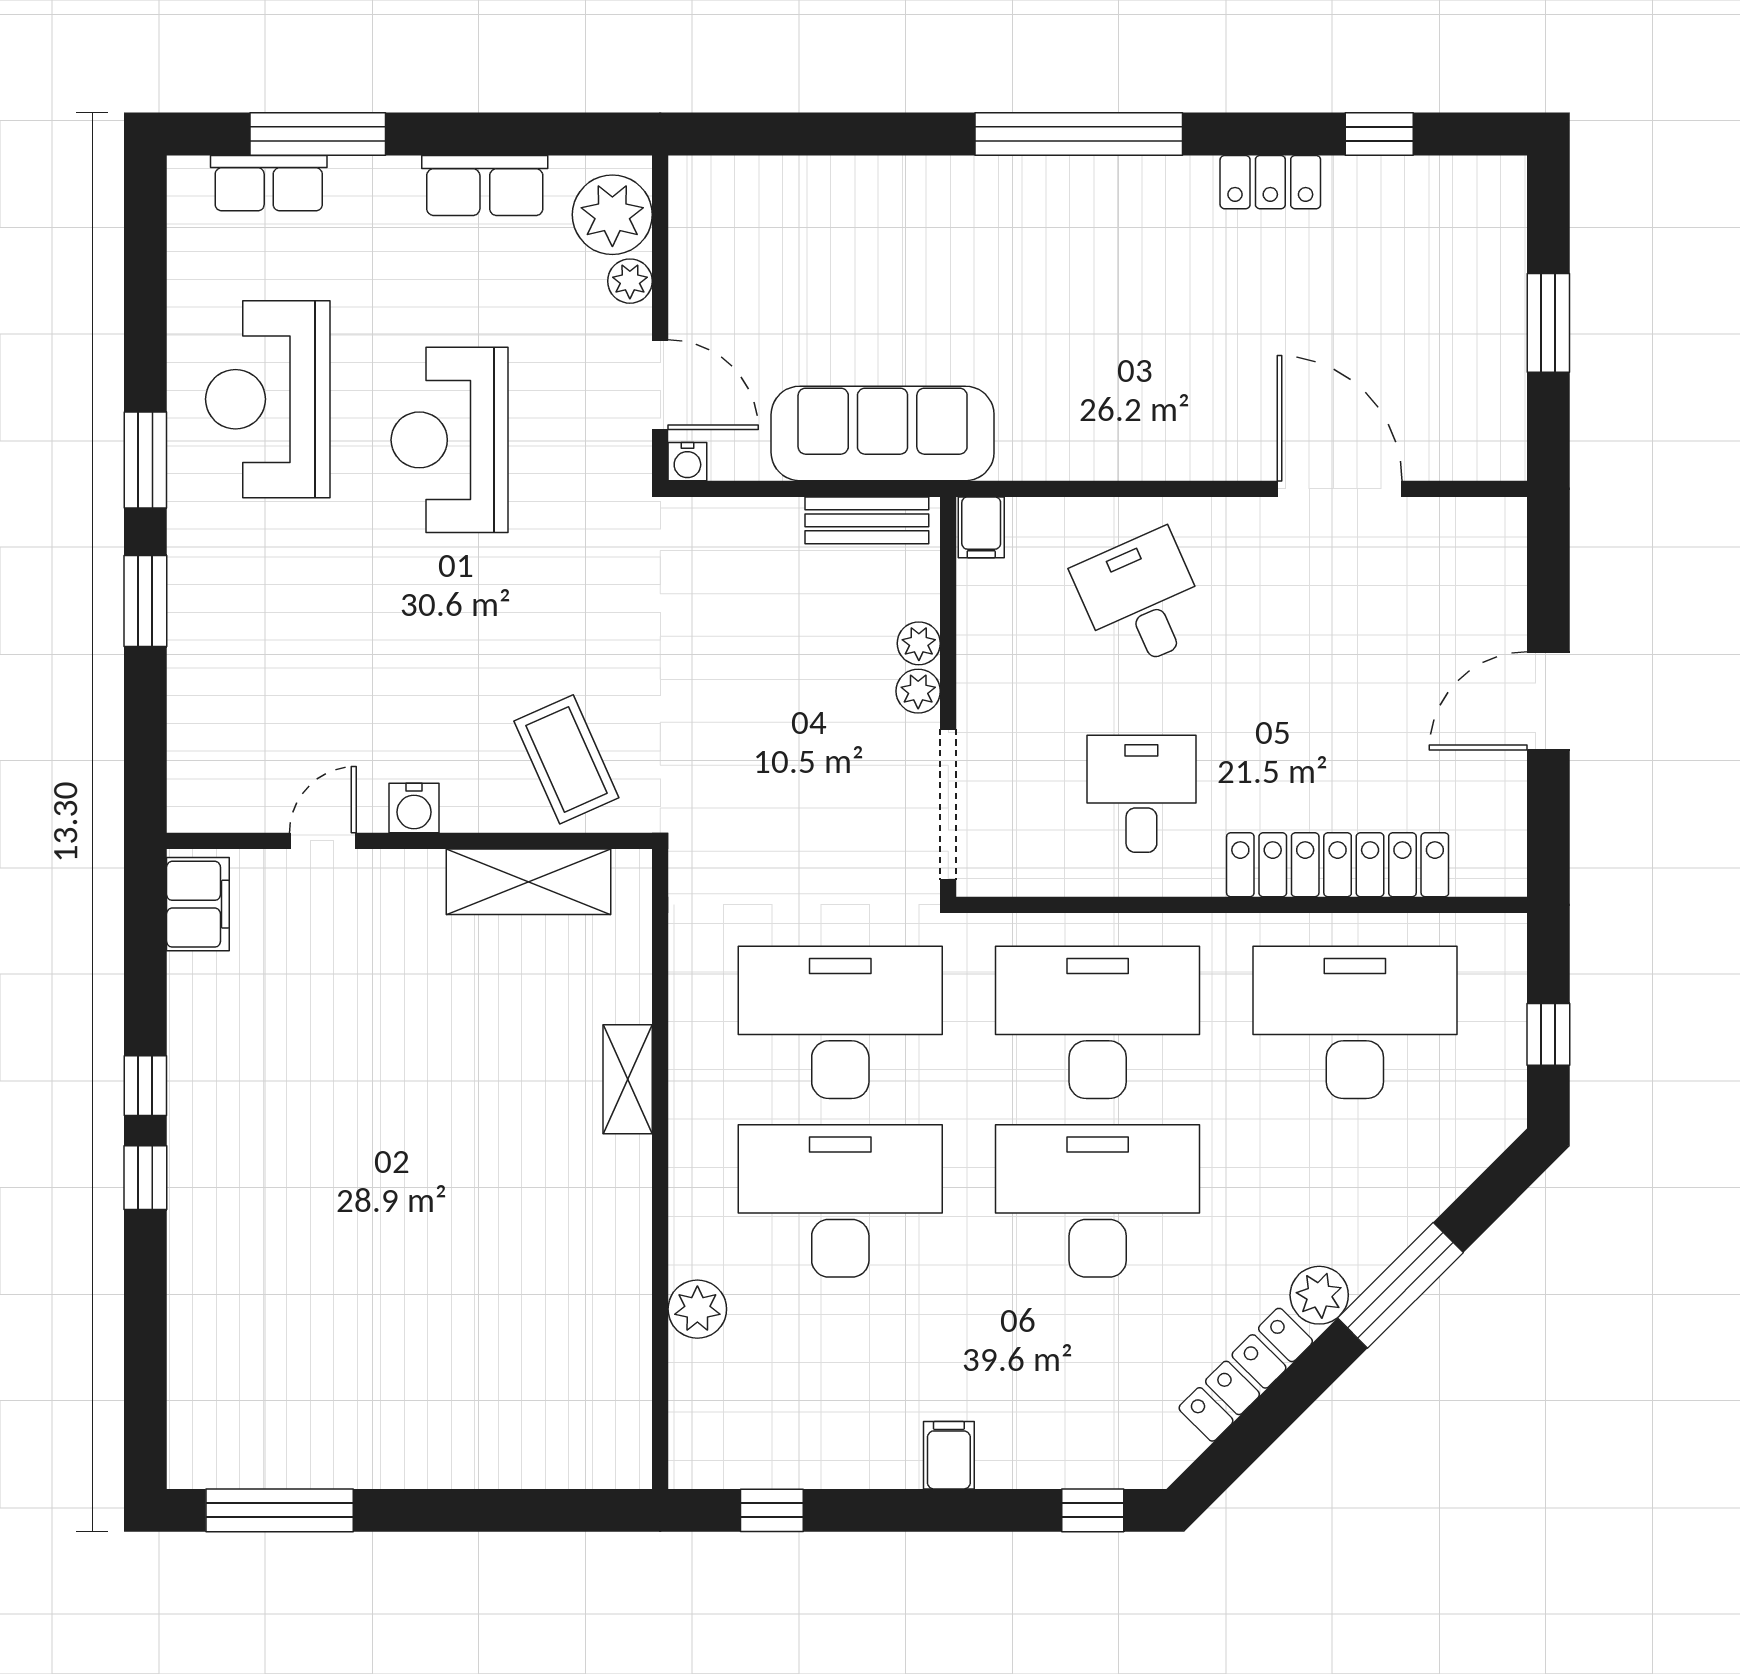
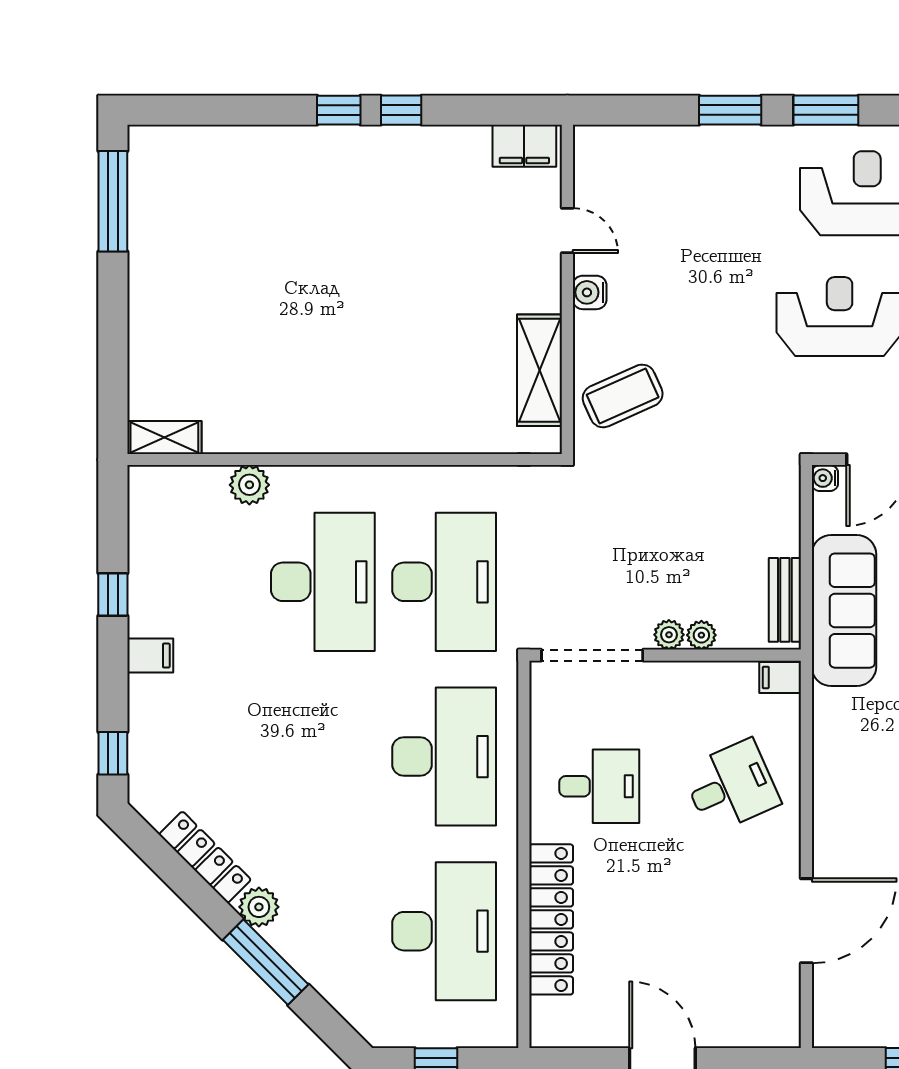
shelving: (628, 1079) -> (164, 437), moved
desk: (1098, 1201) -> (323, 757), removed
window: (772, 1510) -> (113, 594), moved

